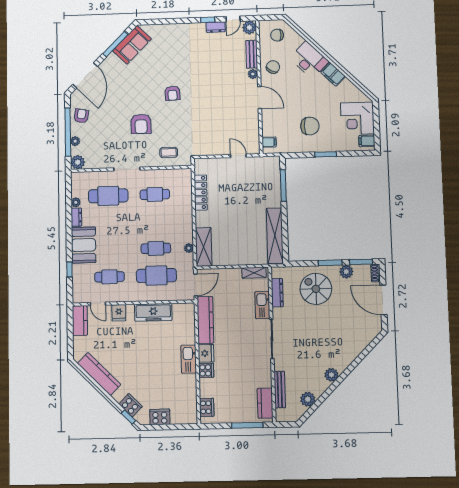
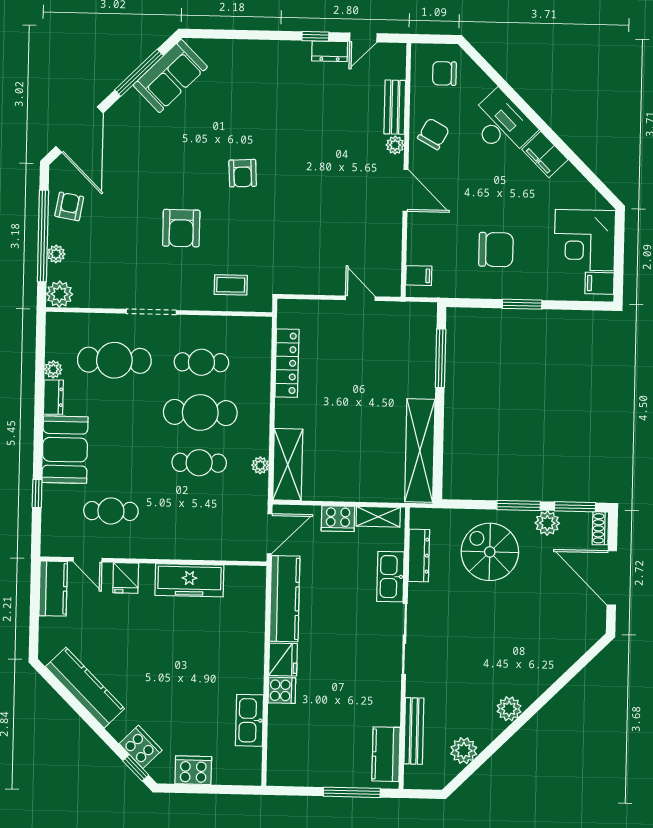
plant: (249, 27) -> (393, 56), removed
cafe table: (156, 276) -> (200, 412), moved
kitchen sink: (189, 359) -> (249, 720), moved
cooker: (207, 407) -> (338, 519), moved, turned 90

